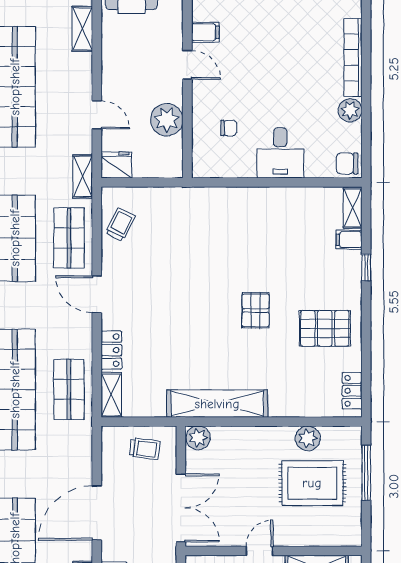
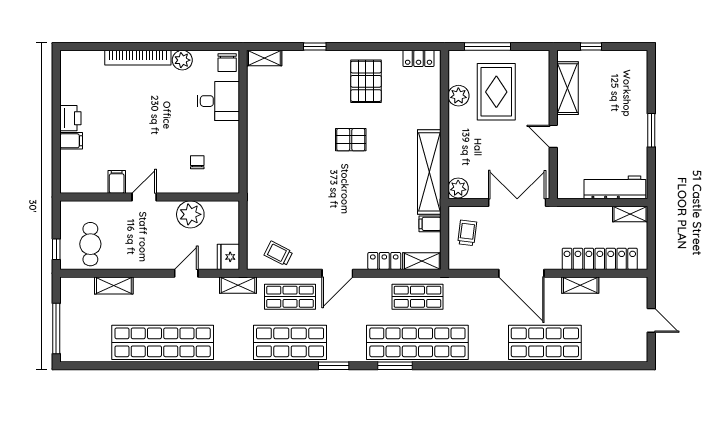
desk: (280, 153) -> (218, 101), moved
filing cabinet: (349, 240) -> (430, 224), moved, turned 90

